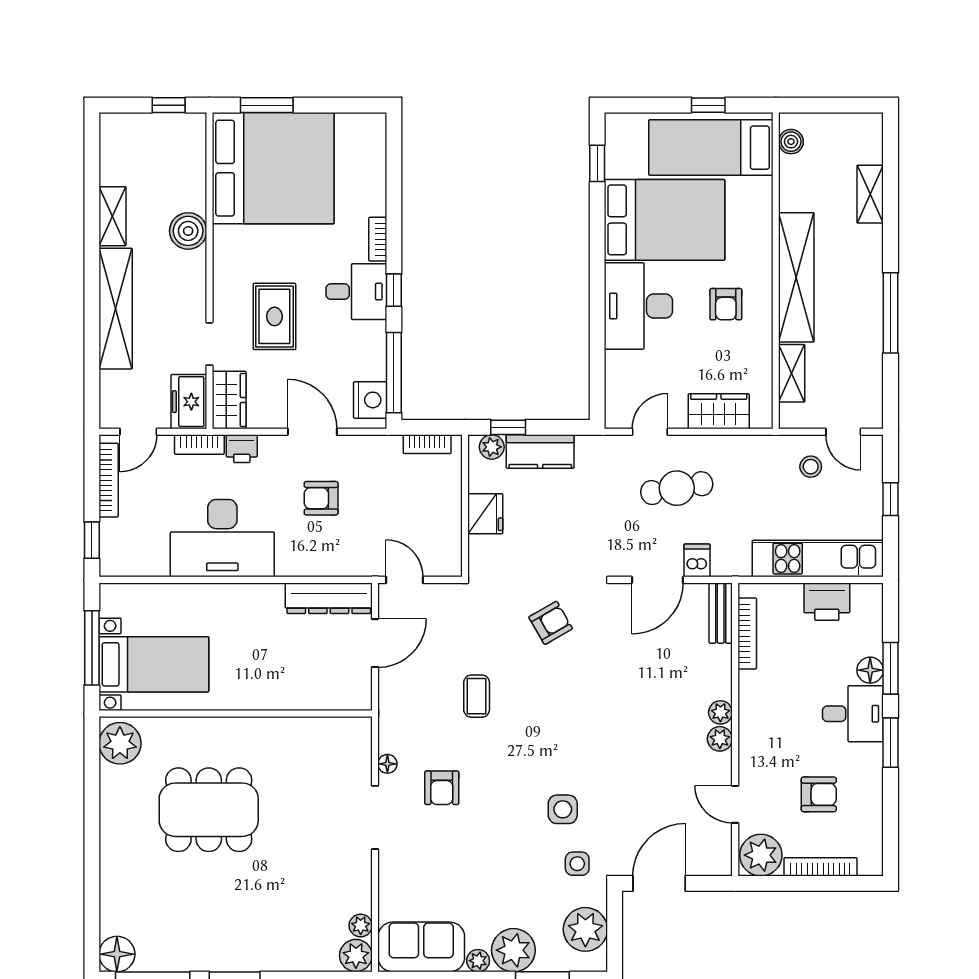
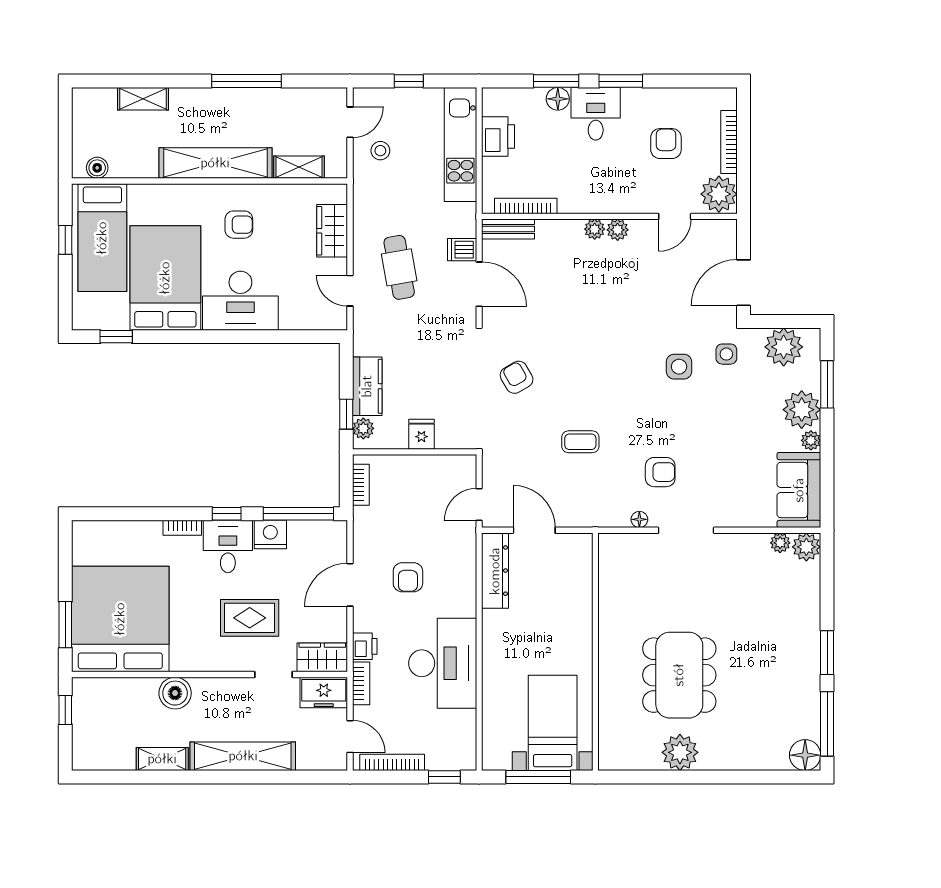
nightstand: (370, 400) -> (270, 534), moved
fridge: (485, 514) -> (421, 434), width x0.72
plant: (120, 743) -> (680, 752), moved
door: (659, 883) -> (744, 283), hinge flipped

